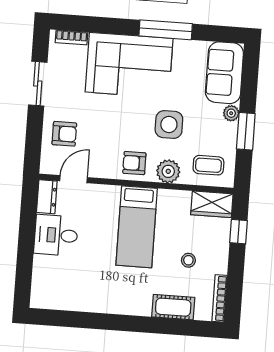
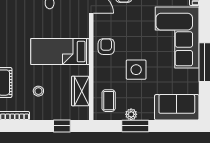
plant: (231, 113) -> (131, 114), moved
plant: (168, 171) -> (102, 72), removed
wardrobe: (212, 204) -> (80, 91), moved

